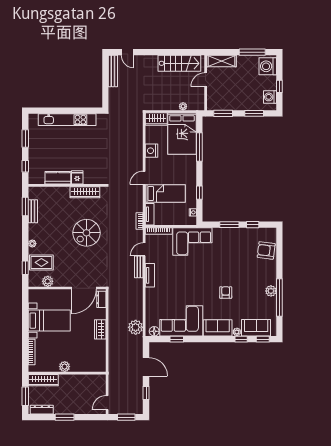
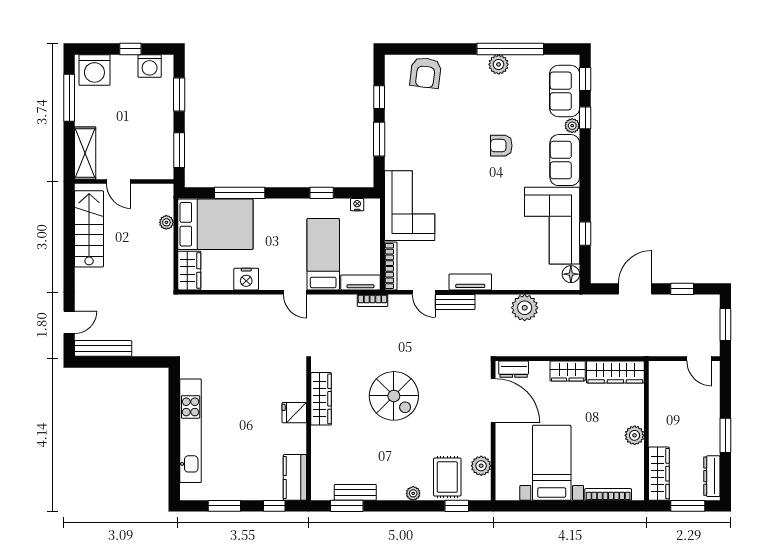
kitchen counter: (58, 178) -> (295, 477), moved
plant: (136, 327) -> (525, 308), moved
wardrobe: (100, 356) -> (615, 372), added

